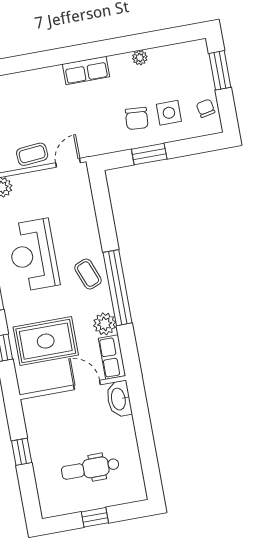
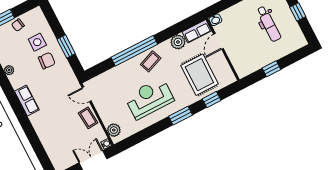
chair: (206, 108) -> (18, 25), moved
reception desk: (33, 255) -> (149, 98), turned 180
window: (118, 288) -> (134, 51), moved
washbasin: (119, 399) -> (215, 20), width x0.52, depth x0.69

